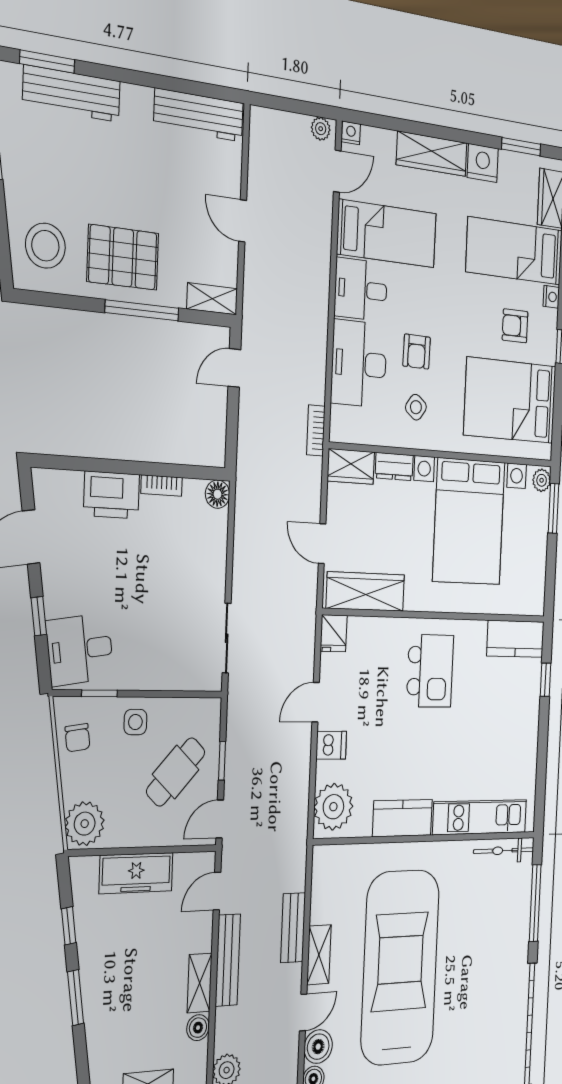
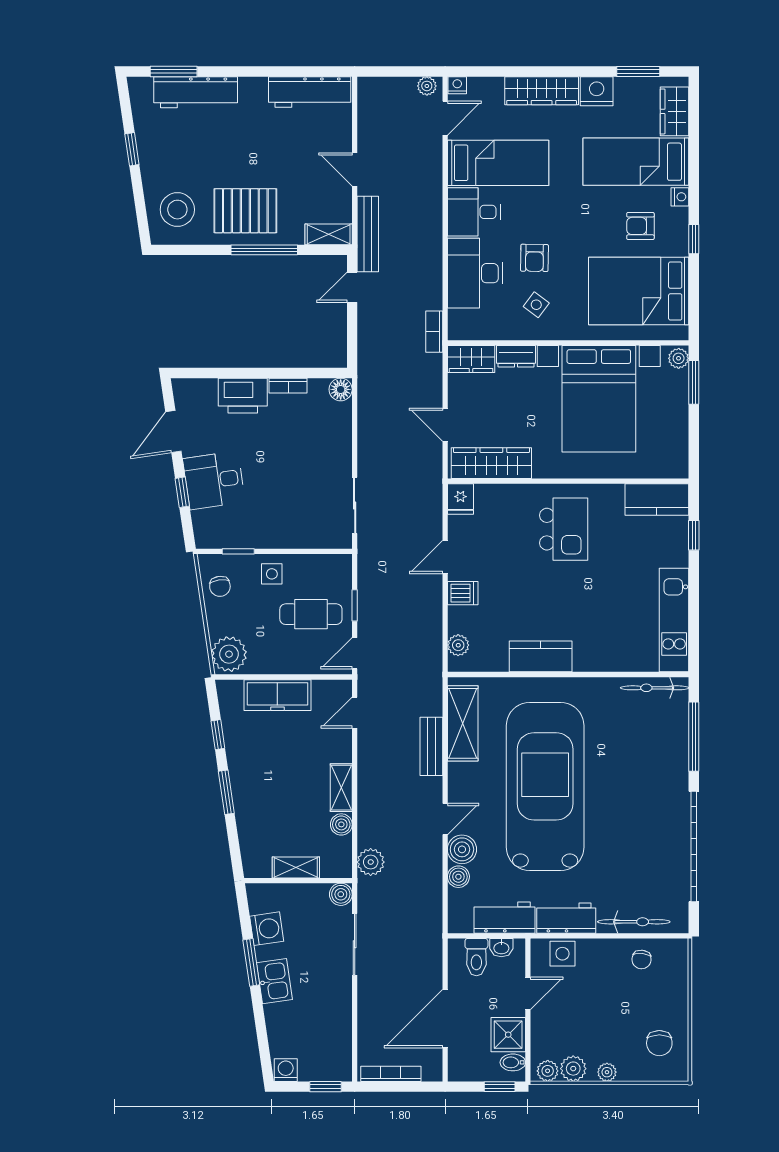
desk: (80, 649) -> (214, 480), moved
cafe table: (176, 772) -> (311, 614), turned 47
plant: (333, 807) -> (458, 645), width x0.53, depth x0.53
kitchen unit: (480, 817) -> (674, 620), moved, turned -90
shelving: (319, 955) -> (463, 723), moved, width x1.50, depth x1.33
bench: (228, 960) -> (368, 234), moved

